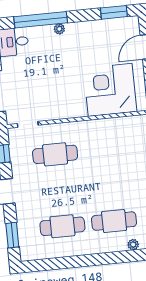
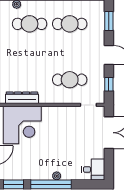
window: (41, 20) -> (51, 184), moved
dresser: (114, 125) -> (22, 98), added

